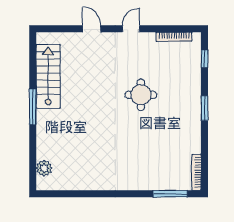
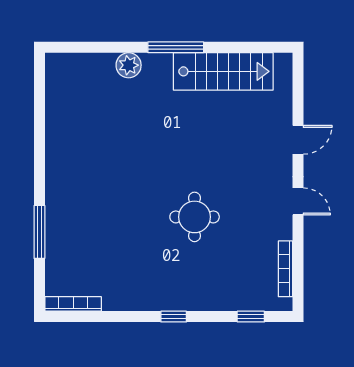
window: (205, 108) -> (174, 317), width x0.67
plant: (44, 168) -> (129, 65), moved
window: (170, 194) -> (39, 232), moved

